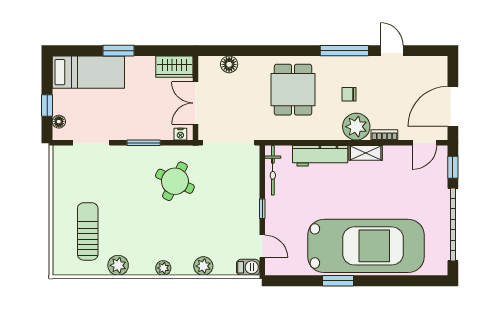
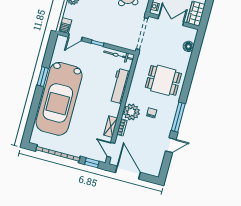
shelving: (366, 153) -> (111, 127), moved

